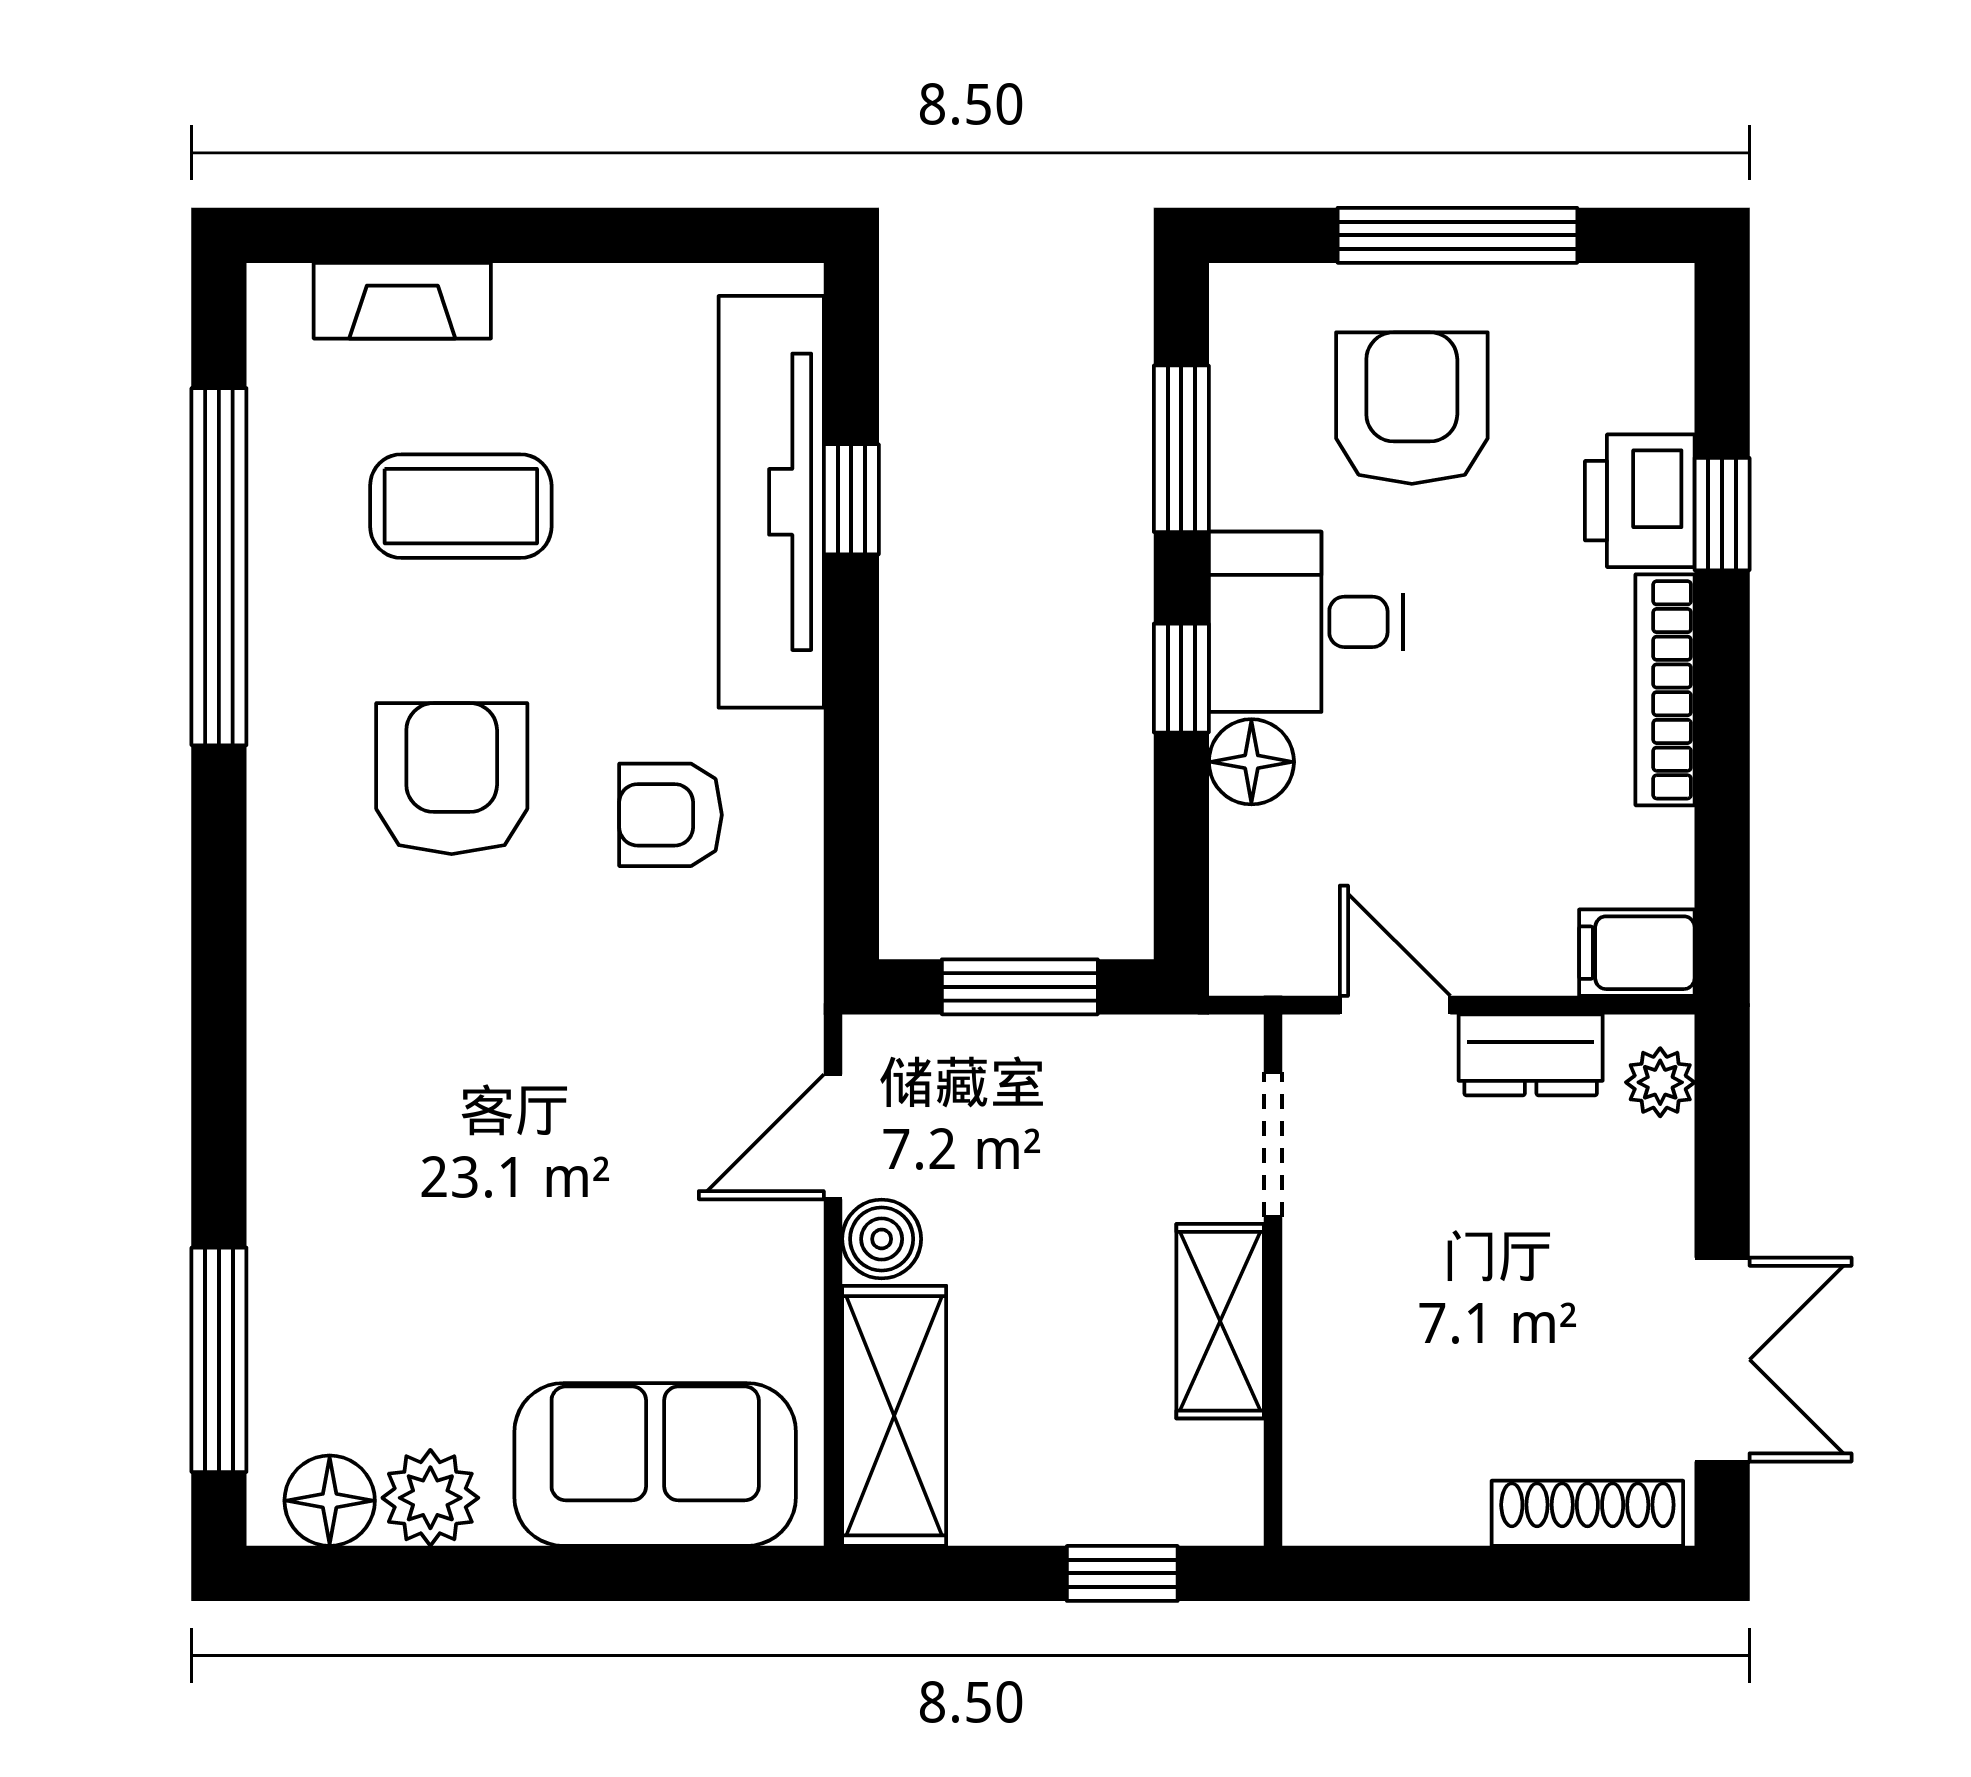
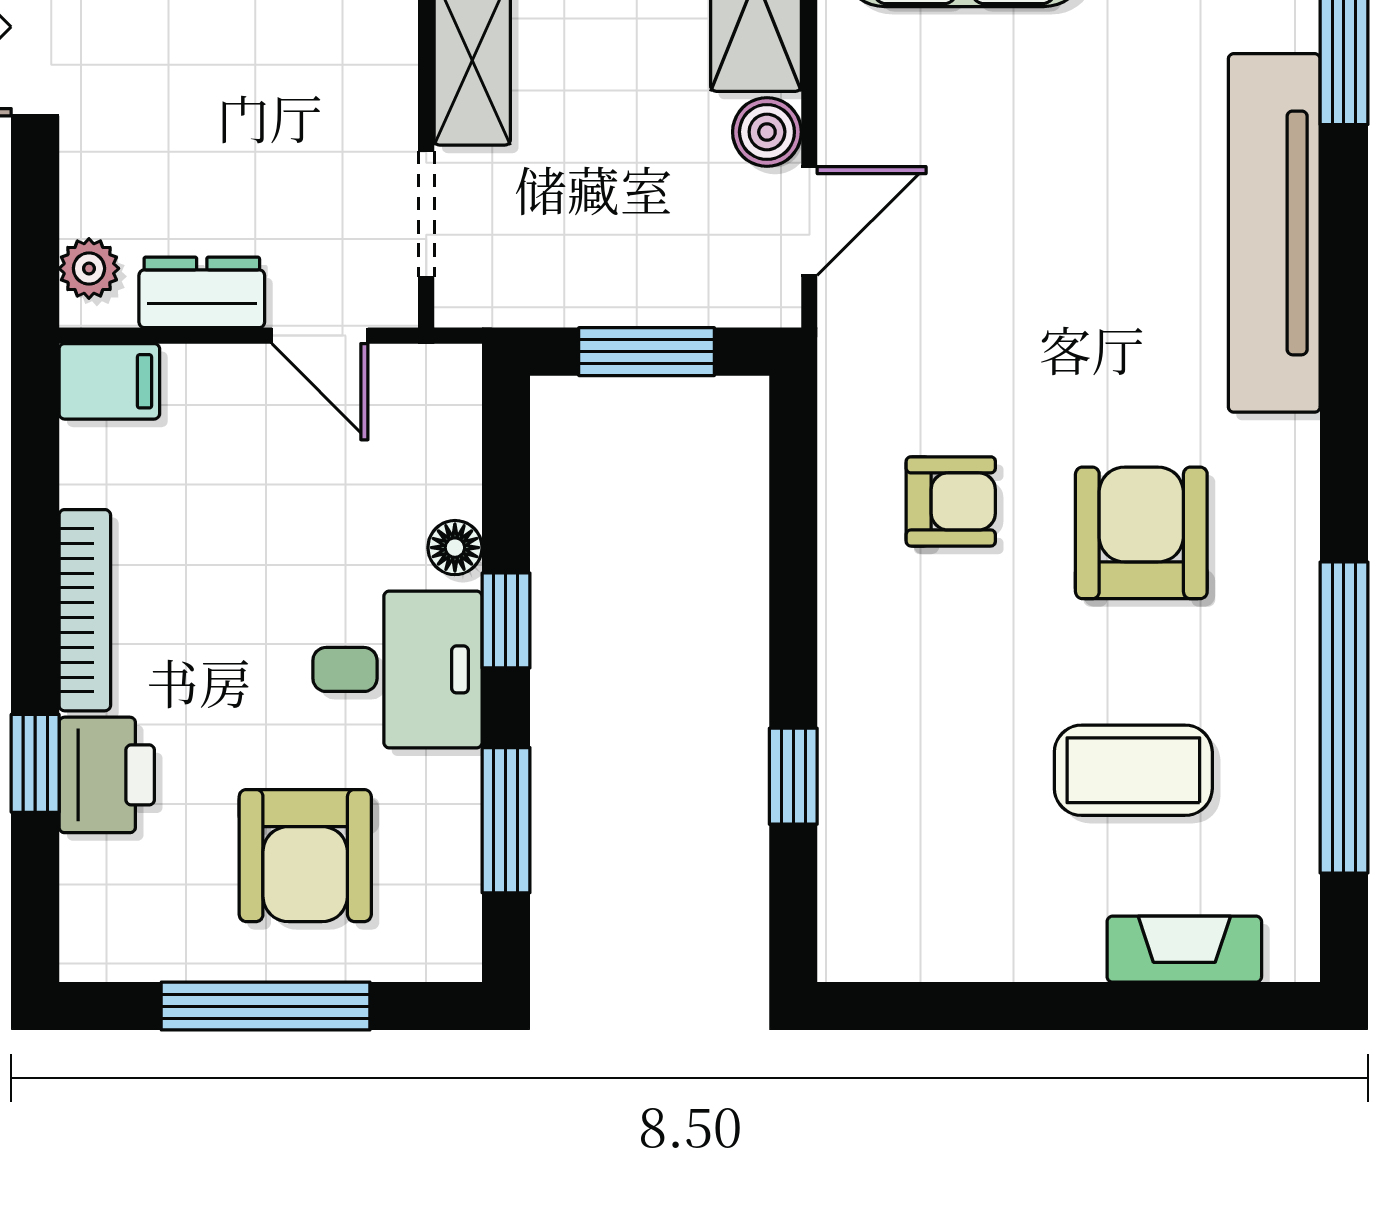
tv unit: (771, 502) -> (1274, 233), moved, turned 180
floor lamp: (1251, 762) -> (455, 548), width x0.73, depth x0.73
armchair: (452, 779) -> (1141, 533), turned 180

